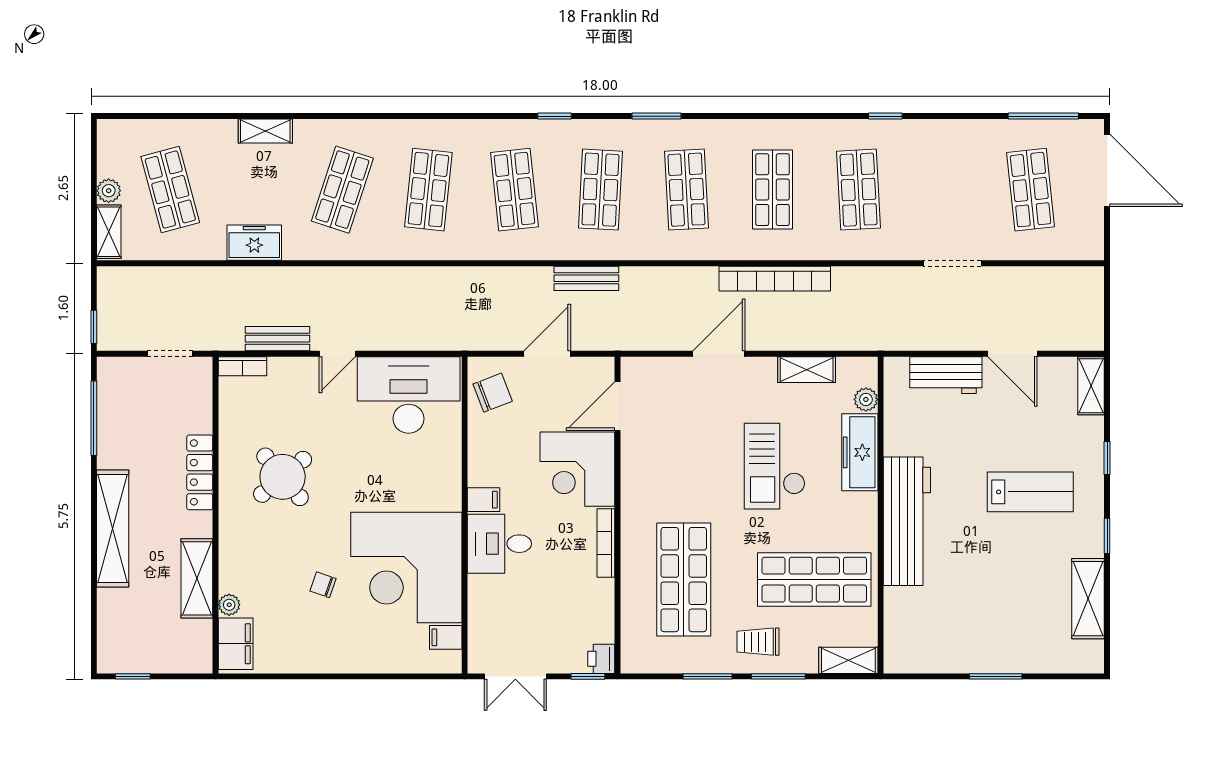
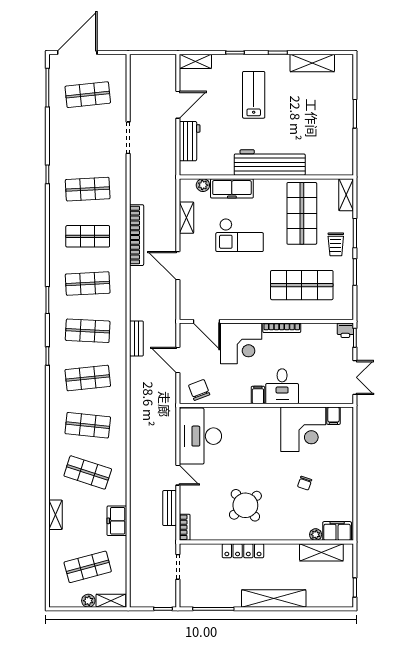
corner desk: (406, 568) -> (303, 429), width x0.74, depth x0.74
shelving: (197, 578) -> (321, 552), moved

